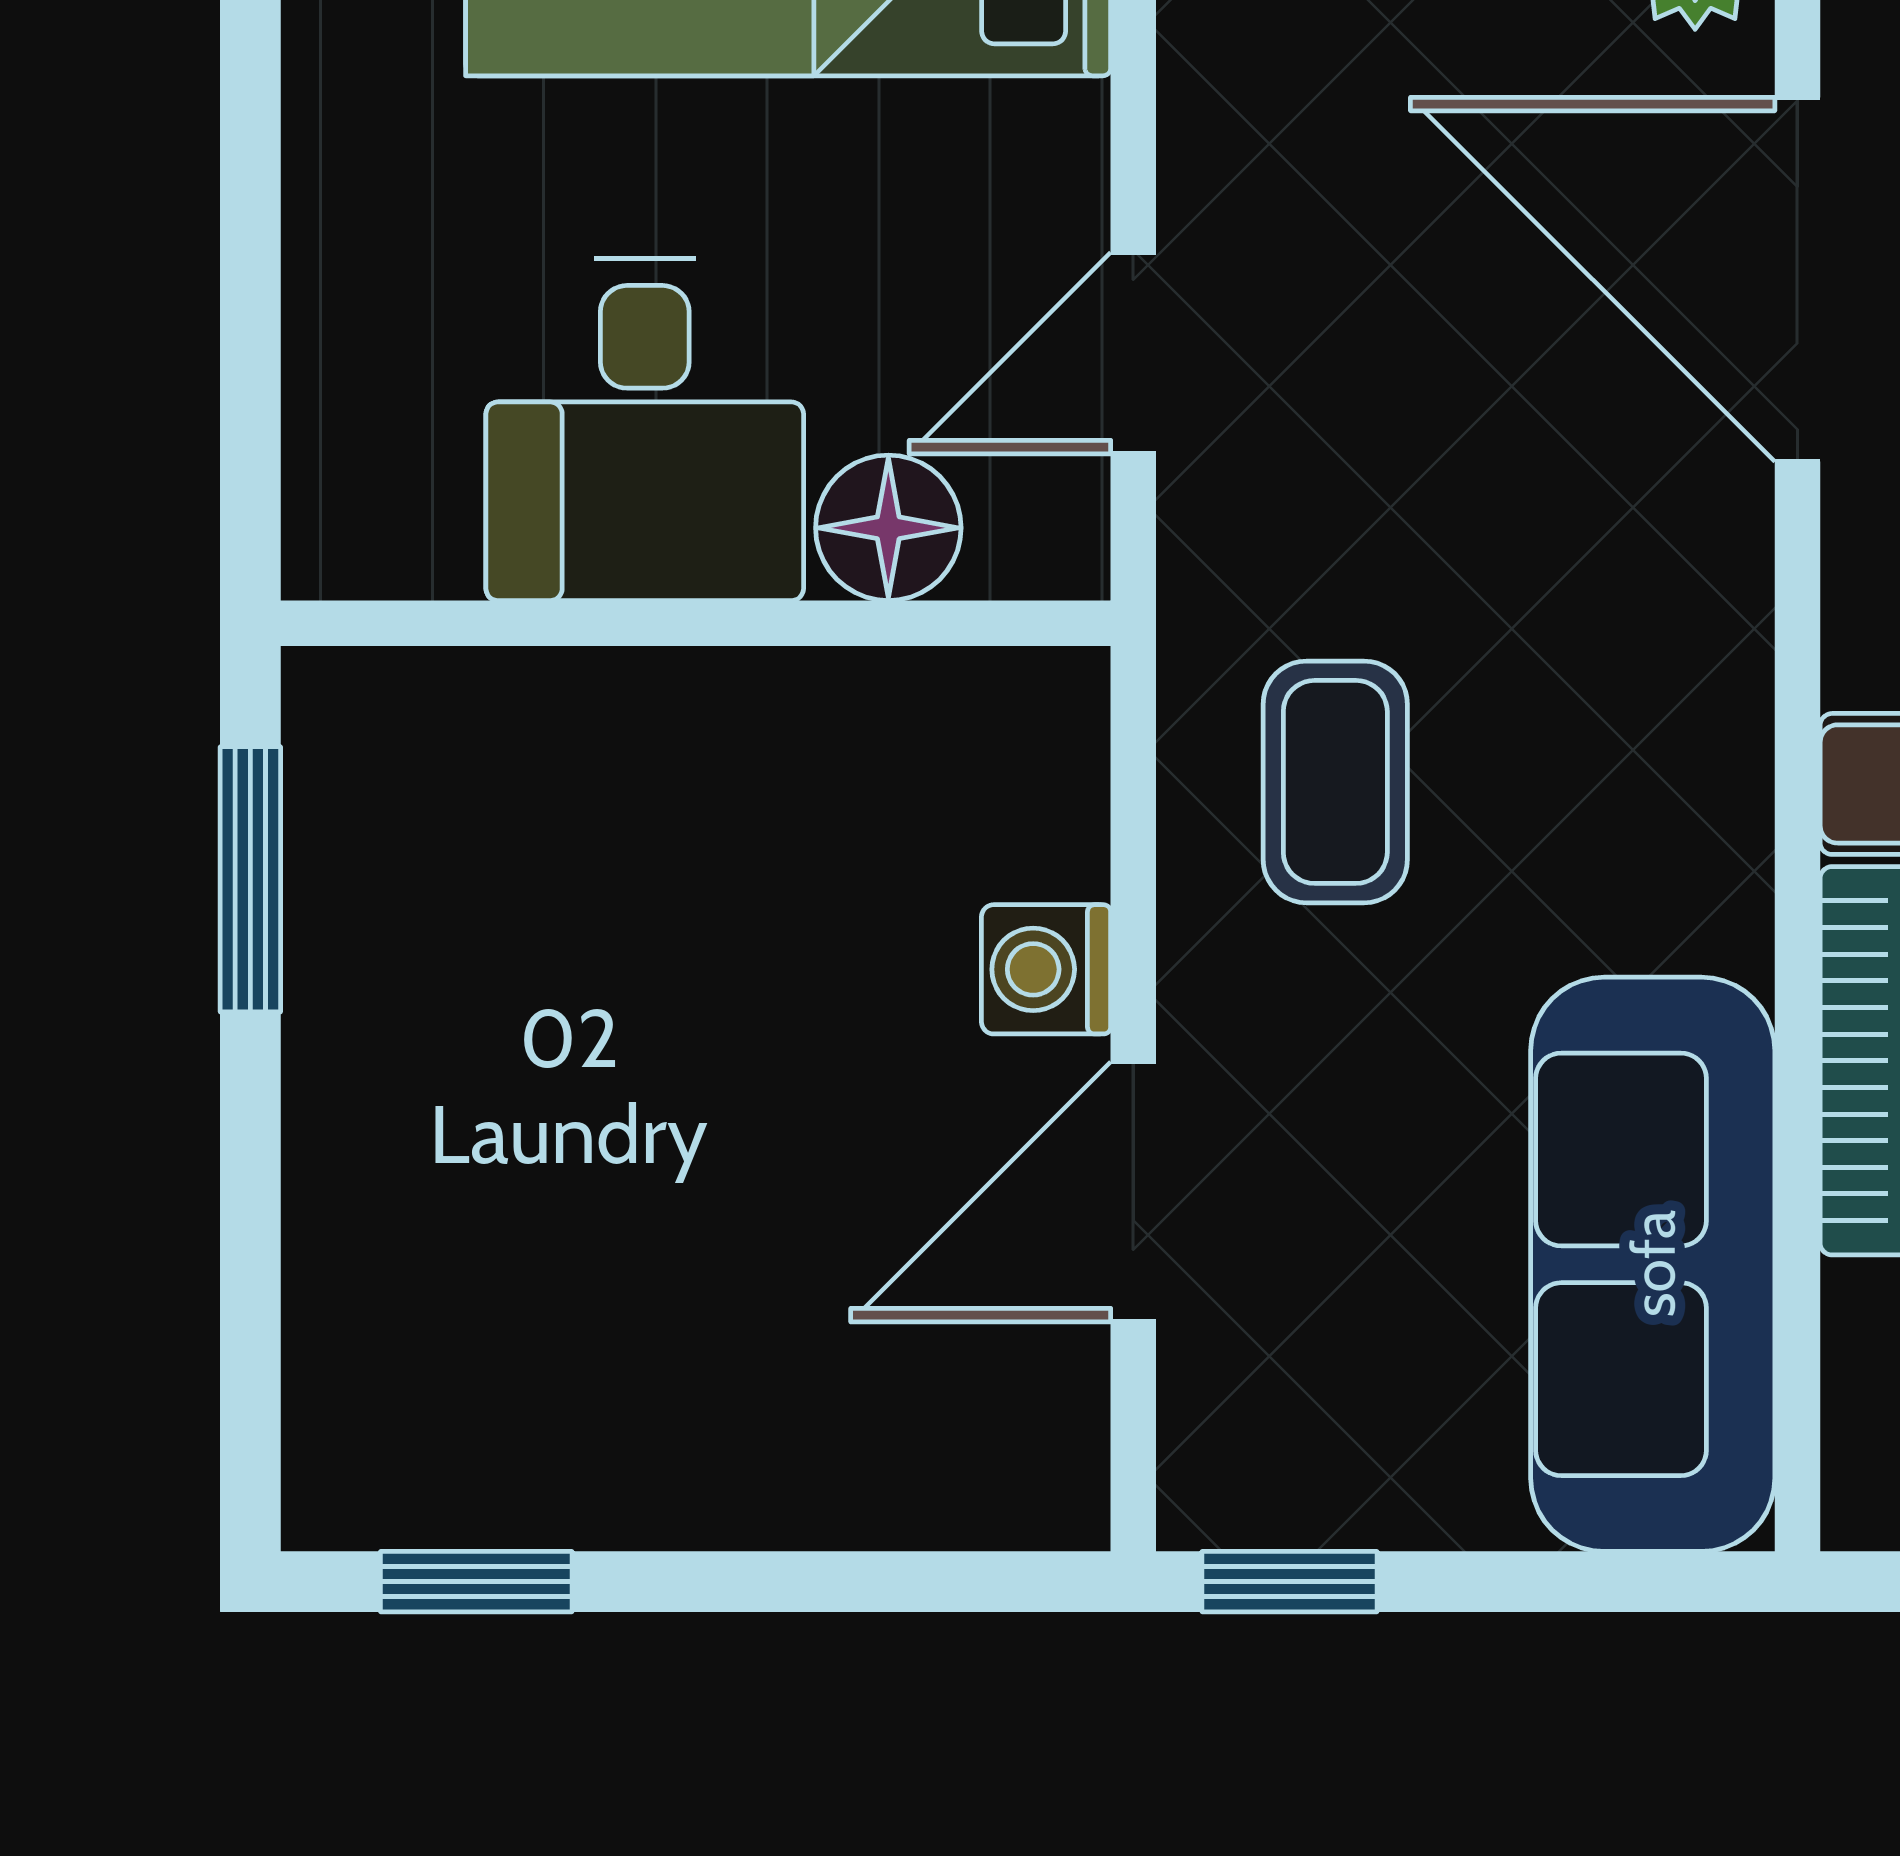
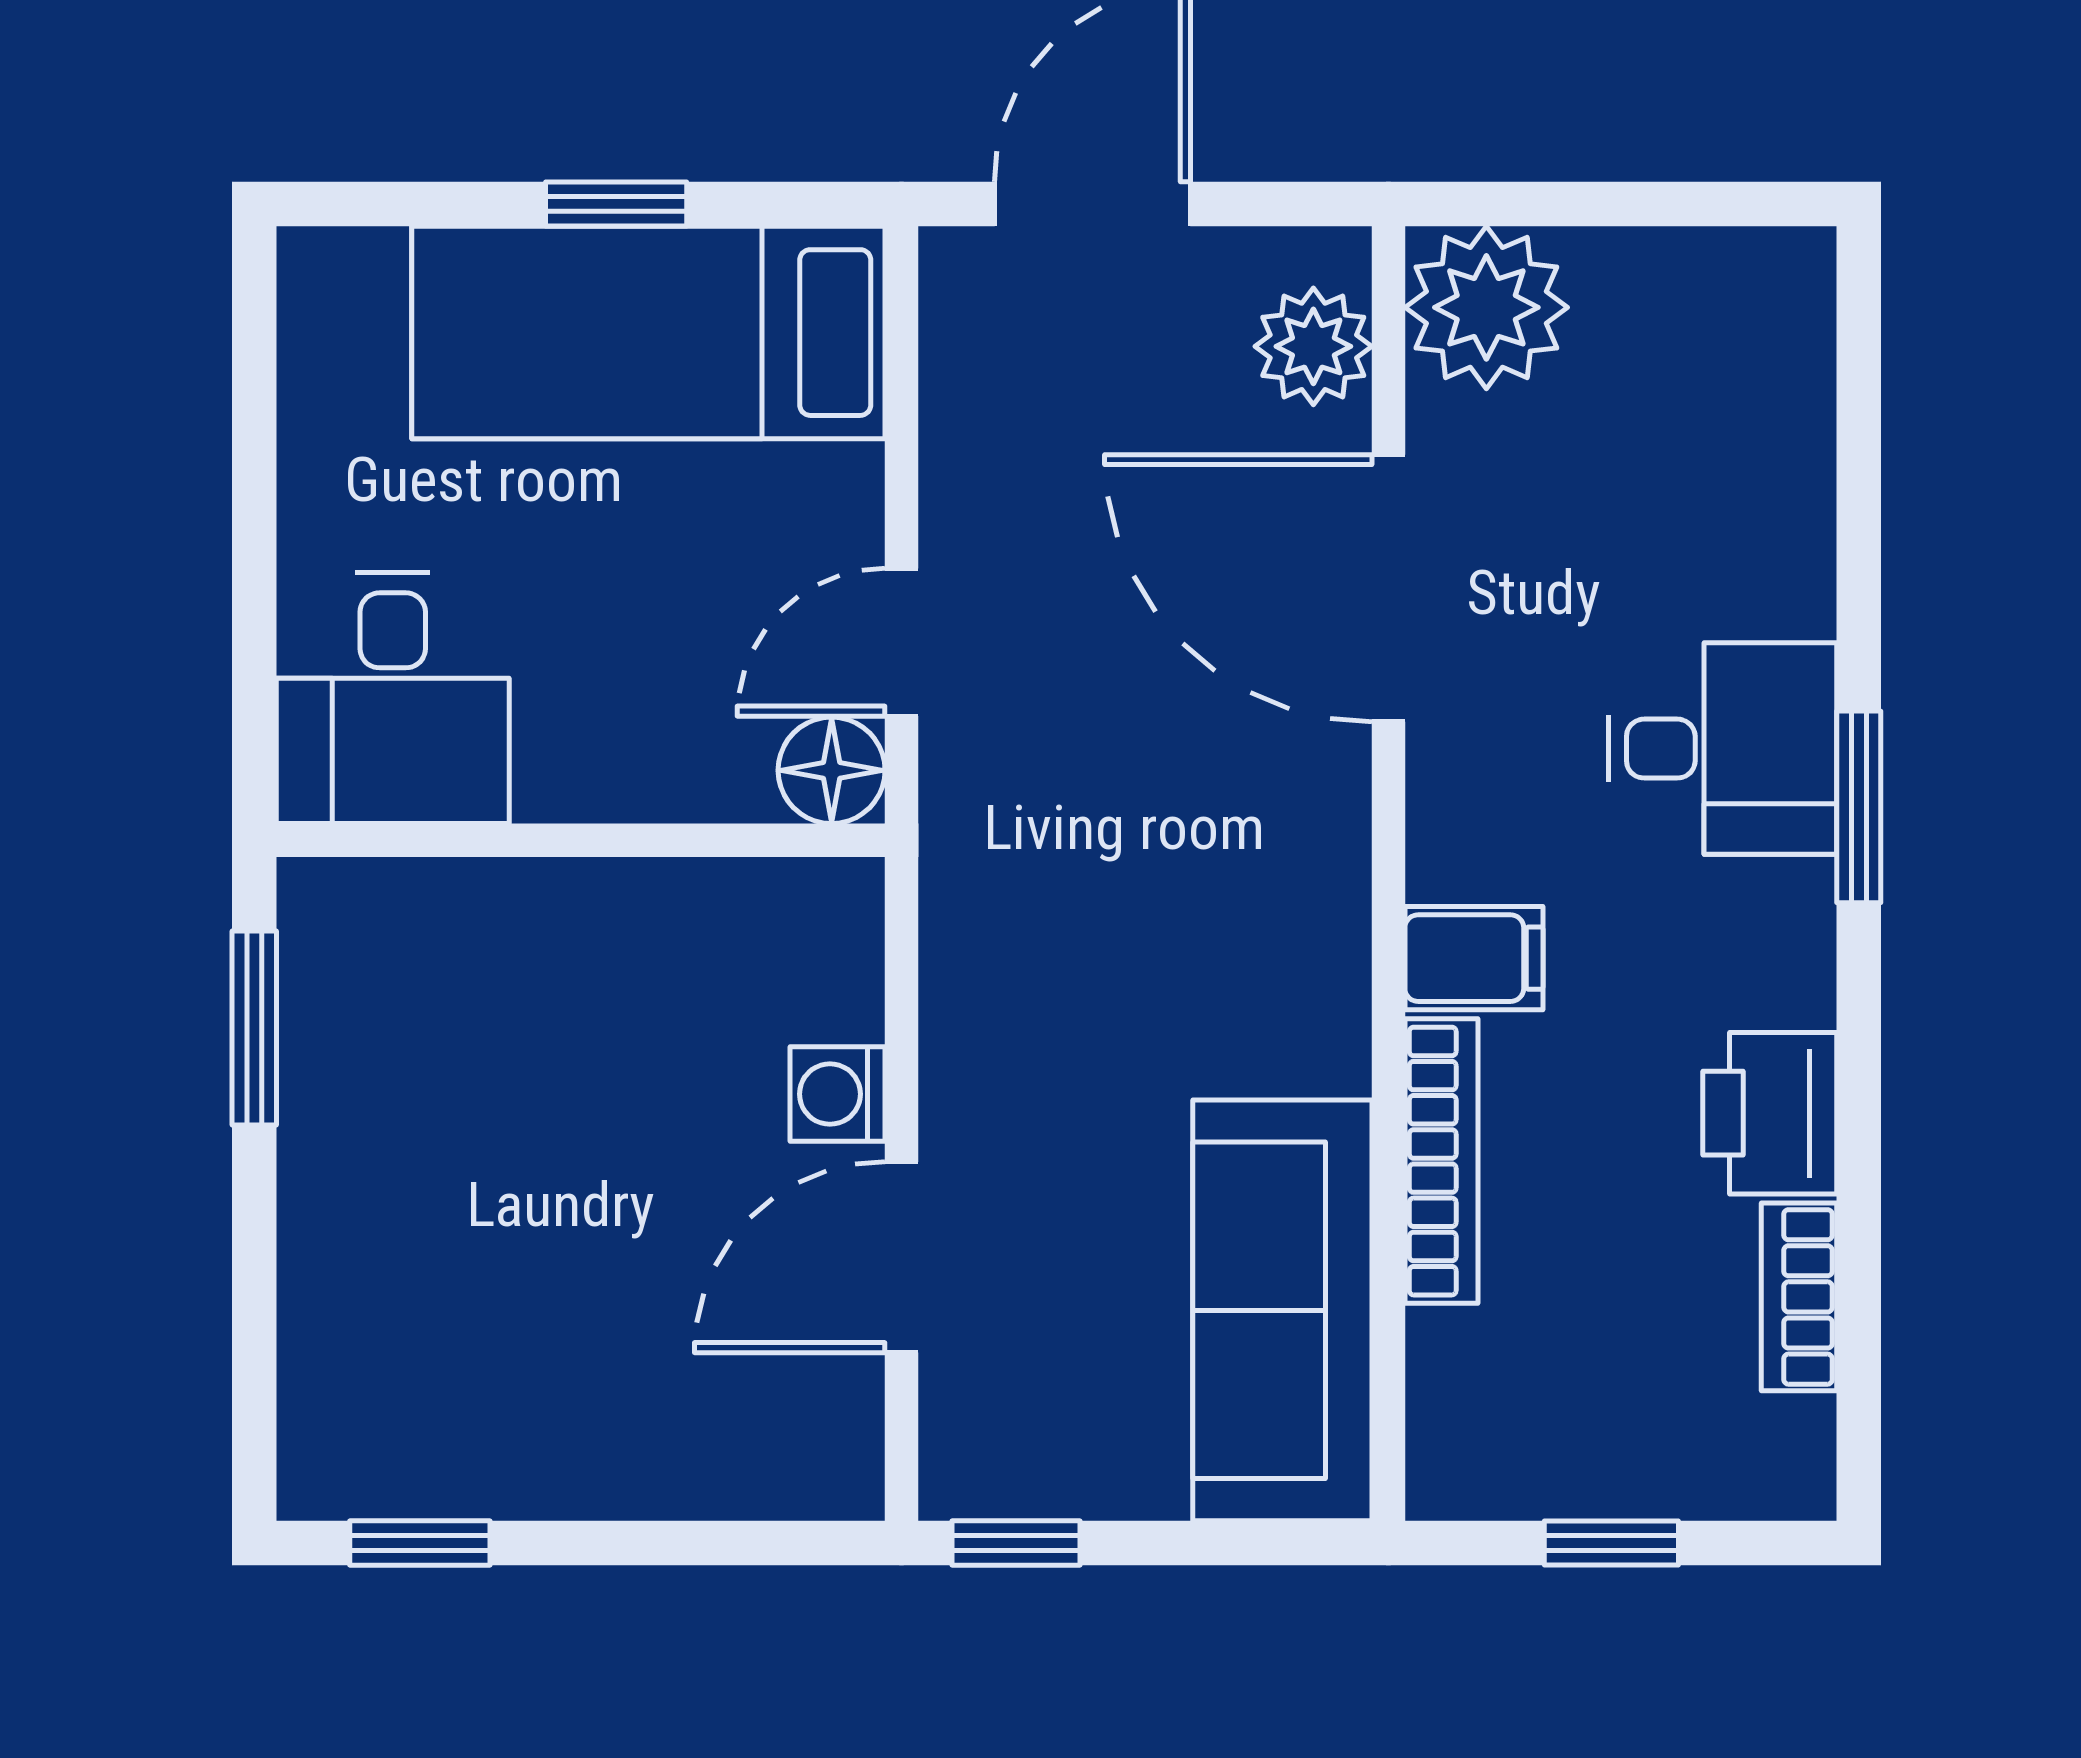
desk: (645, 429) -> (393, 698), moved
floor lamp: (888, 528) -> (832, 770), moved
coffee table: (1335, 782) -> (1050, 957), removed

